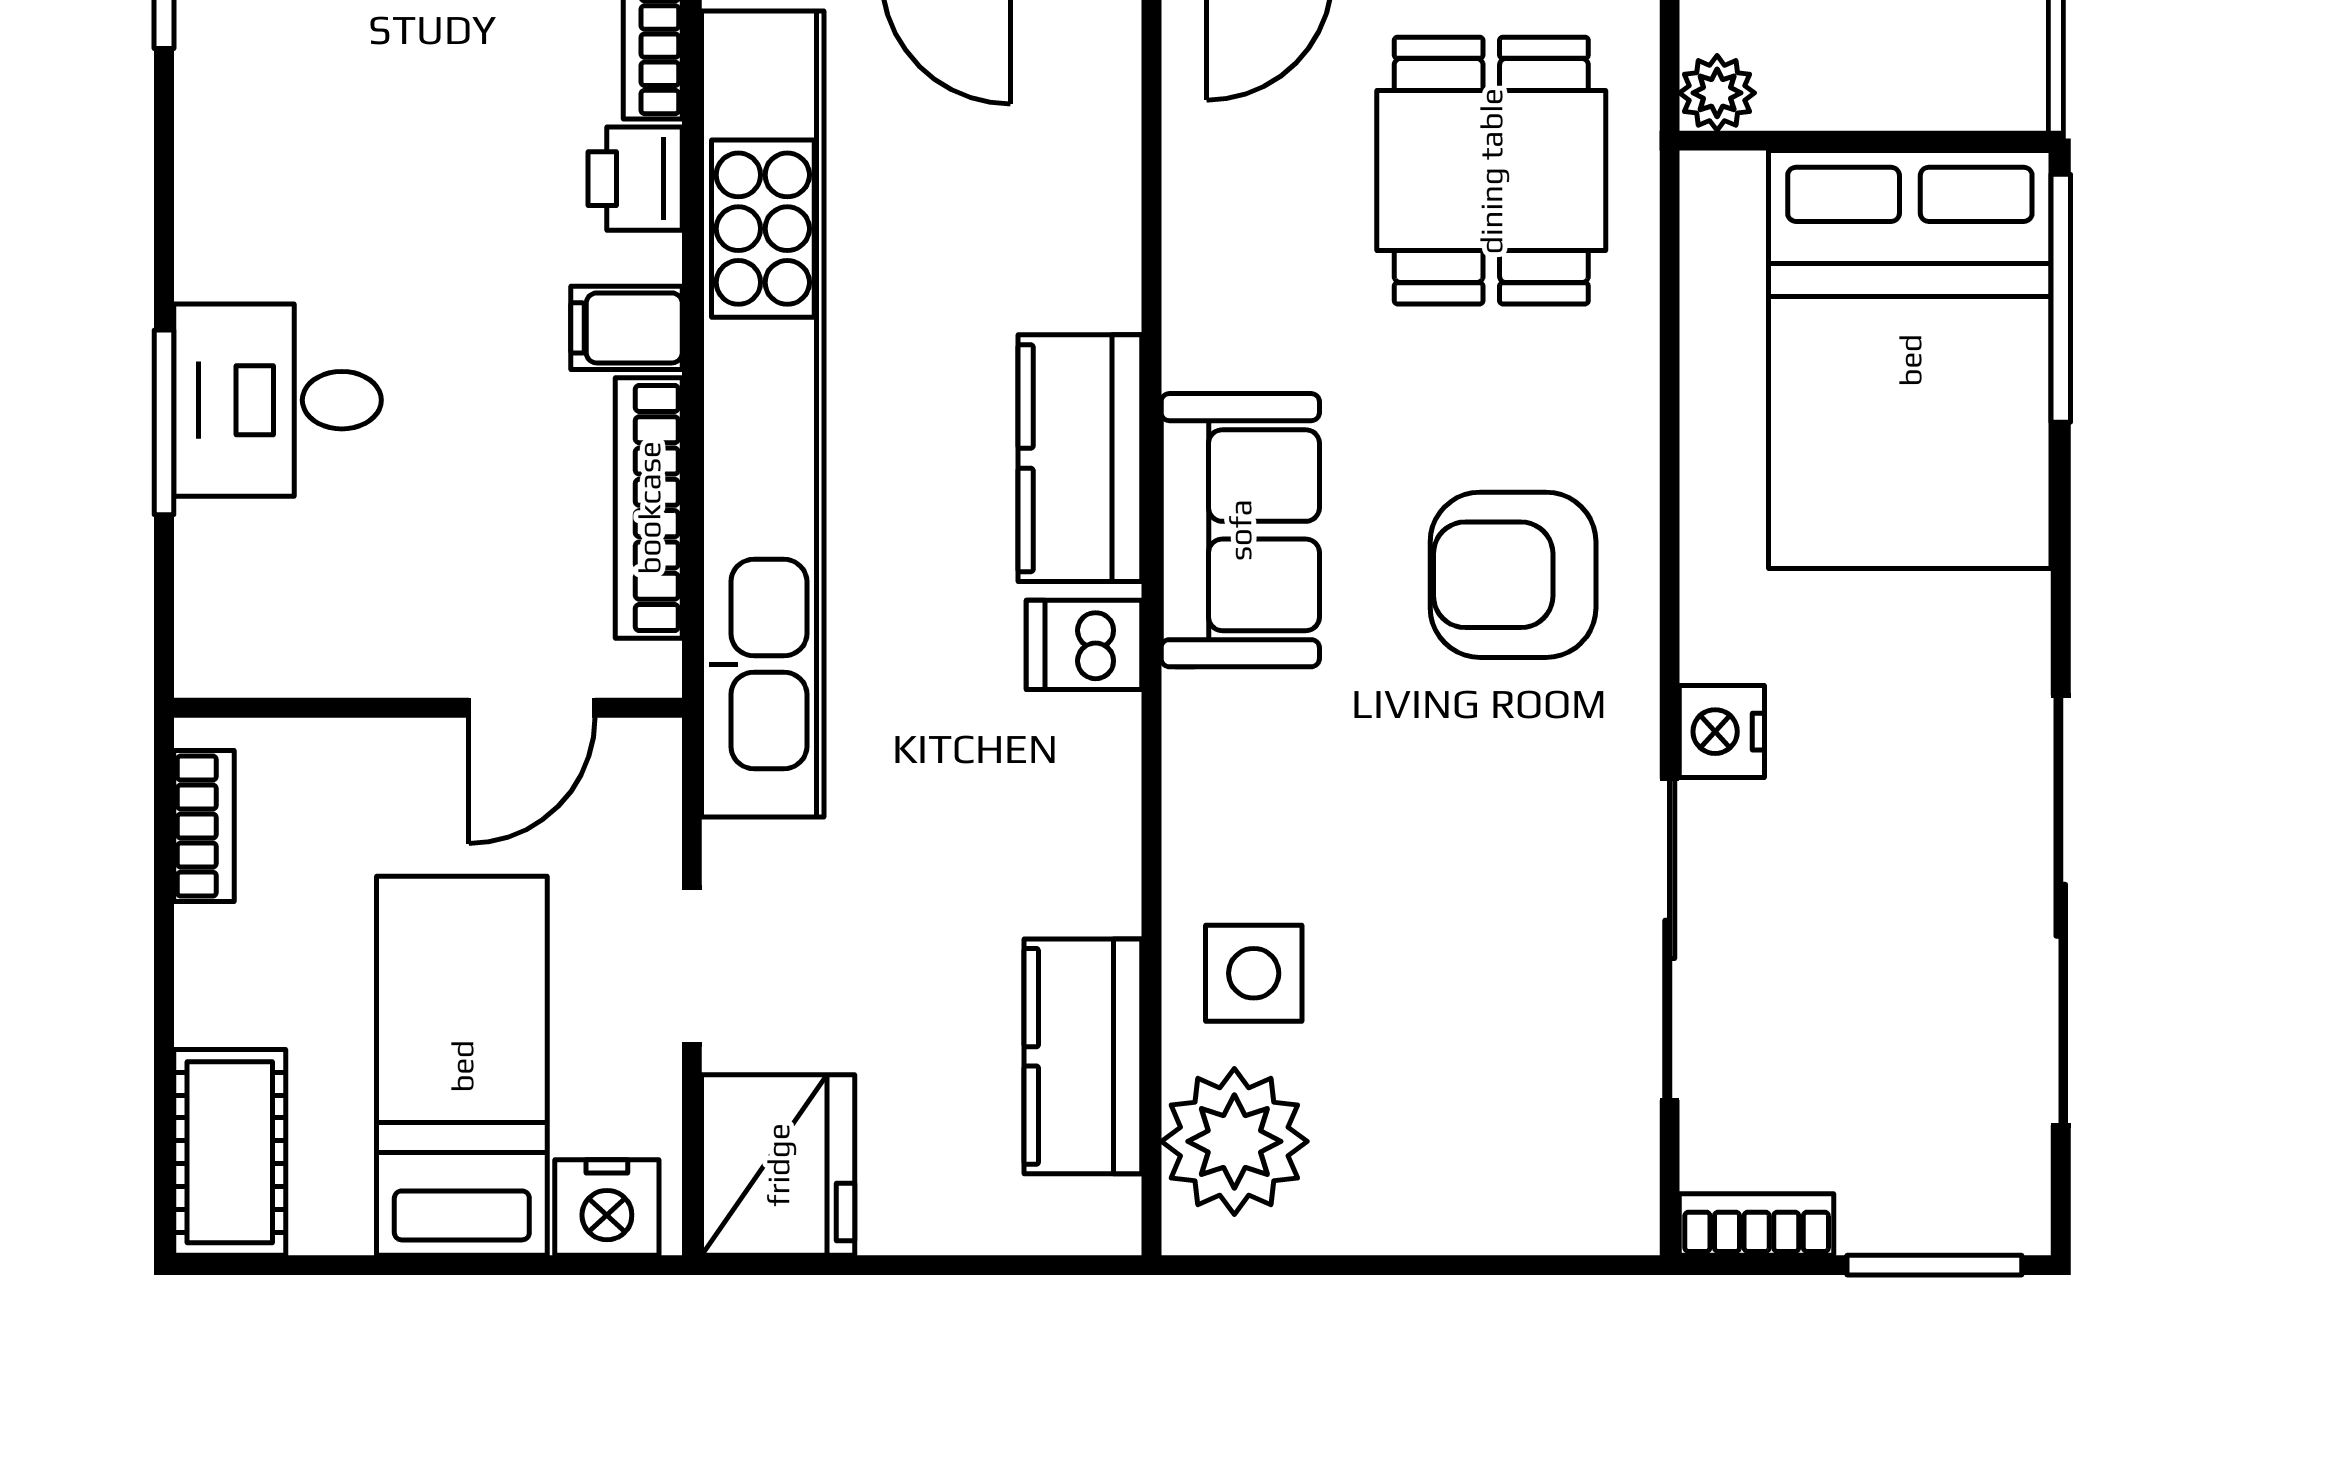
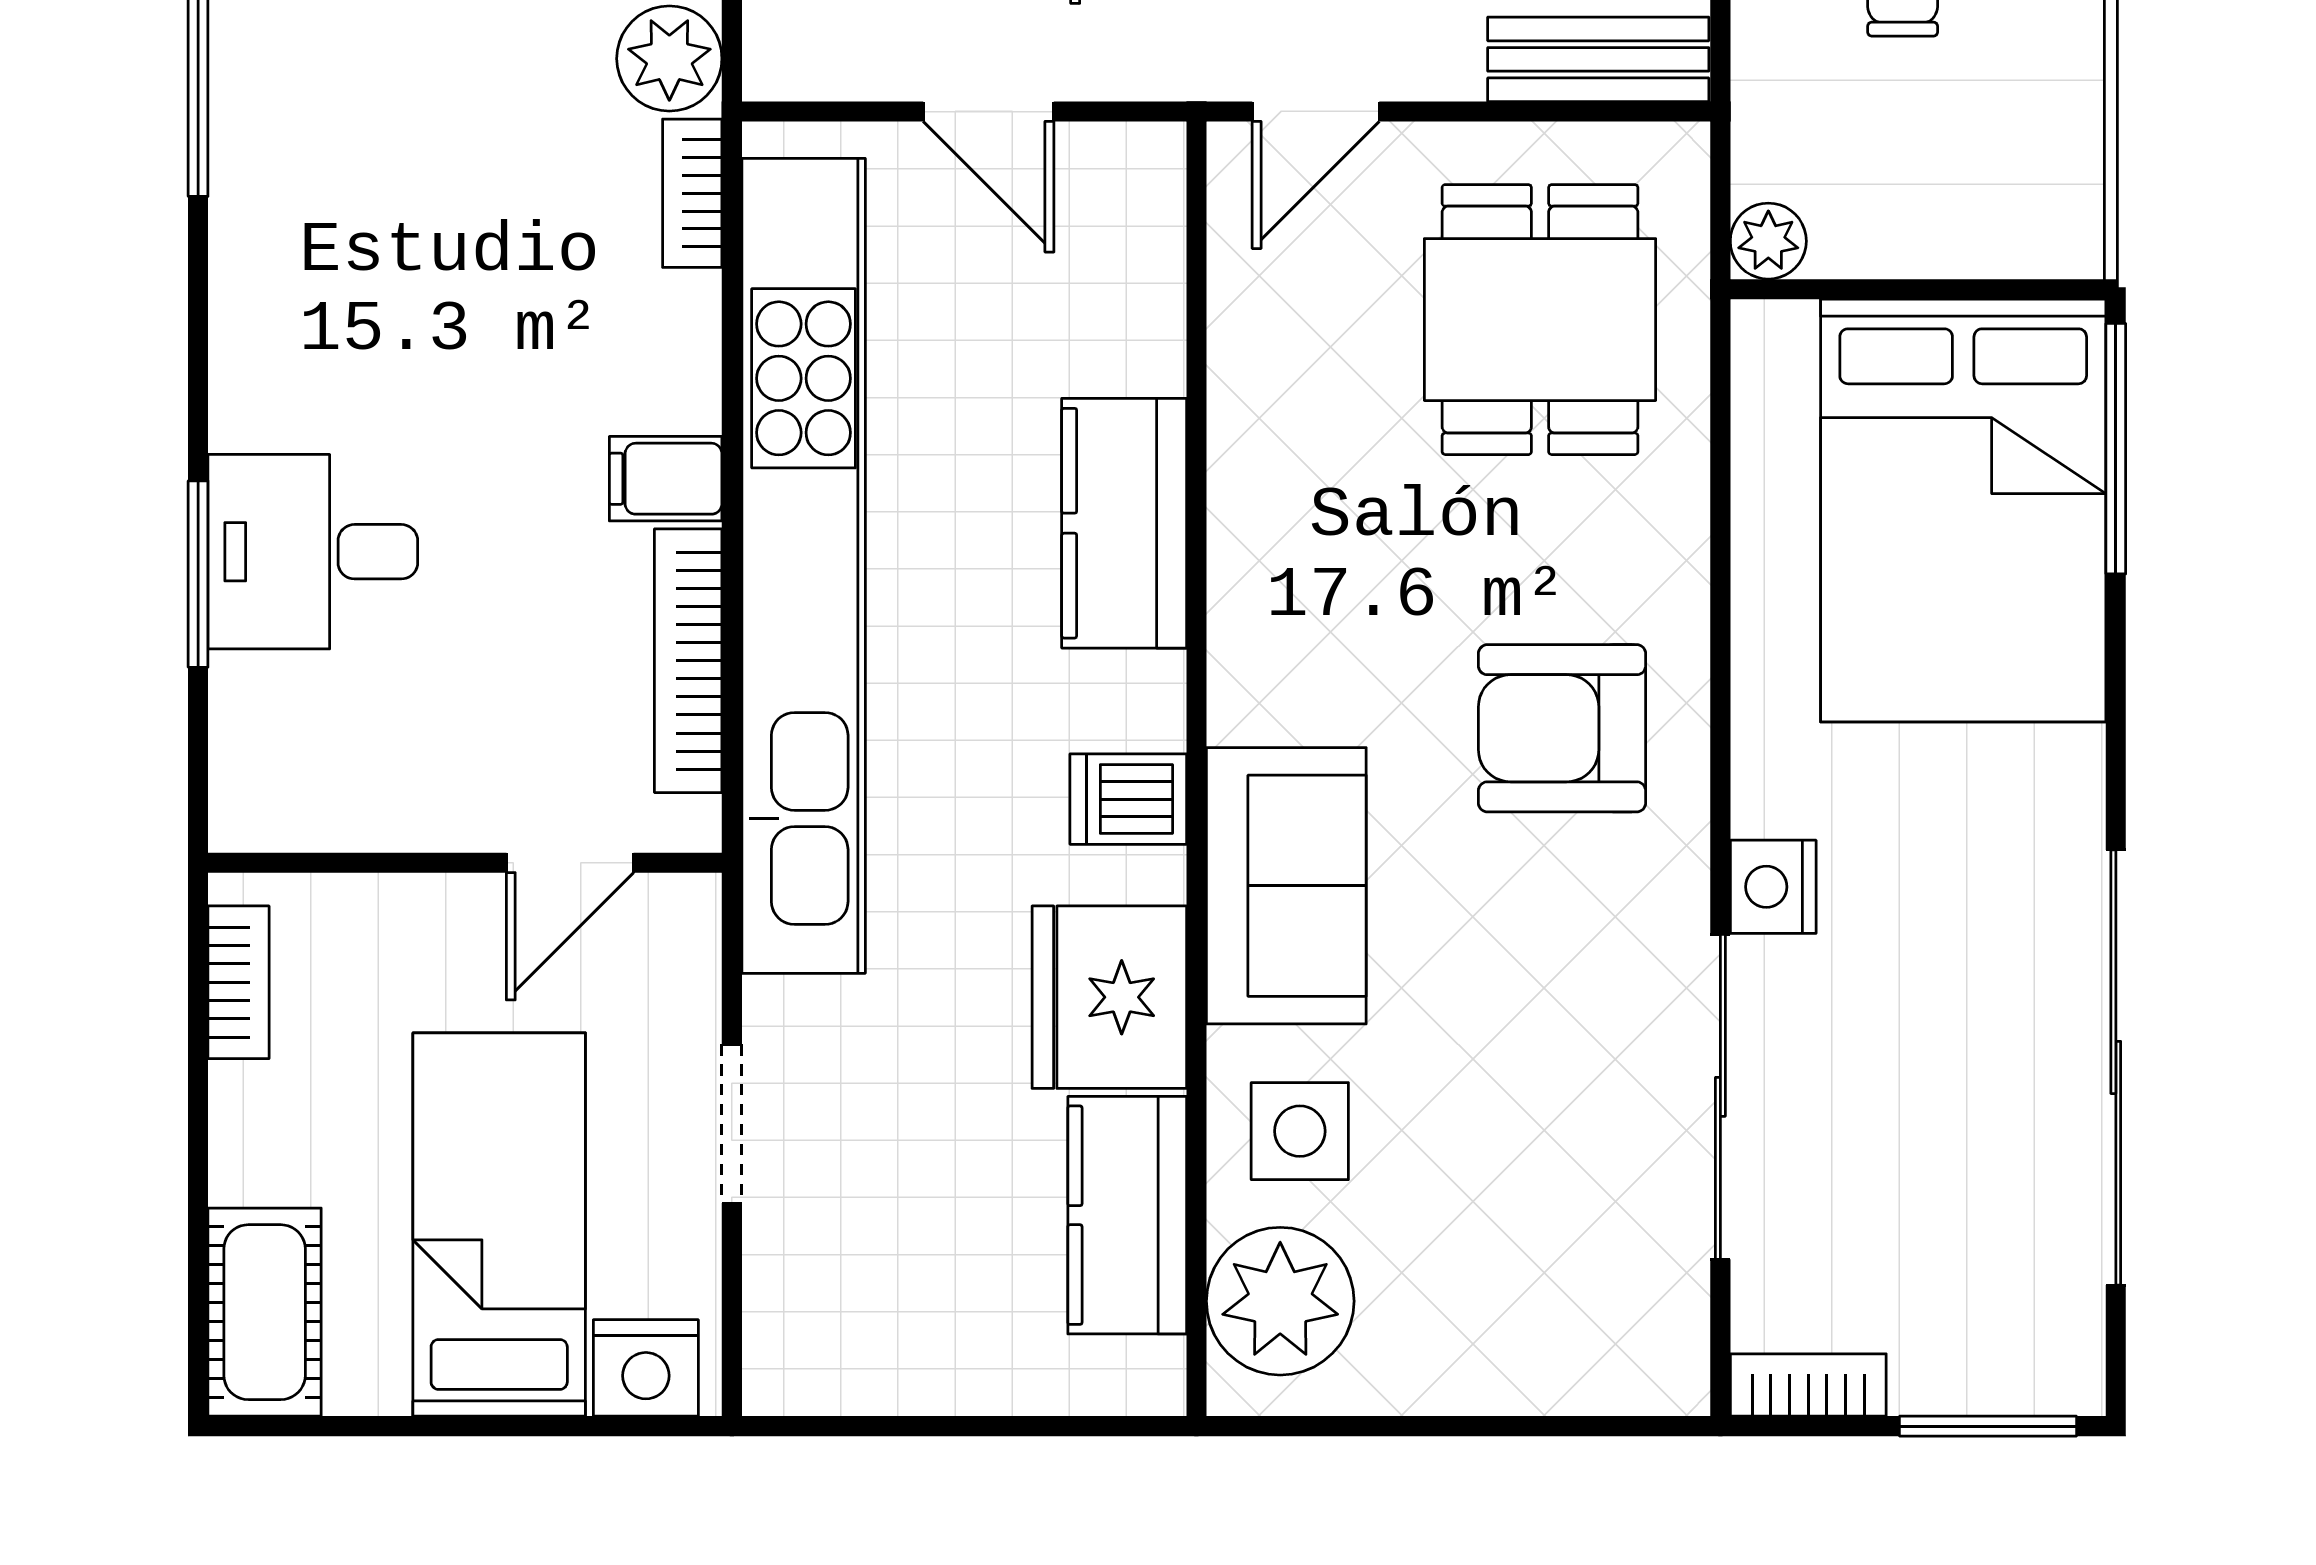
printer: (635, 179) -> (674, 328), removed
kitchen counter: (1080, 458) -> (1124, 523), moved
sofa: (1240, 530) -> (1286, 886), moved
fridge: (778, 1165) -> (1109, 997), moved, turned 180

